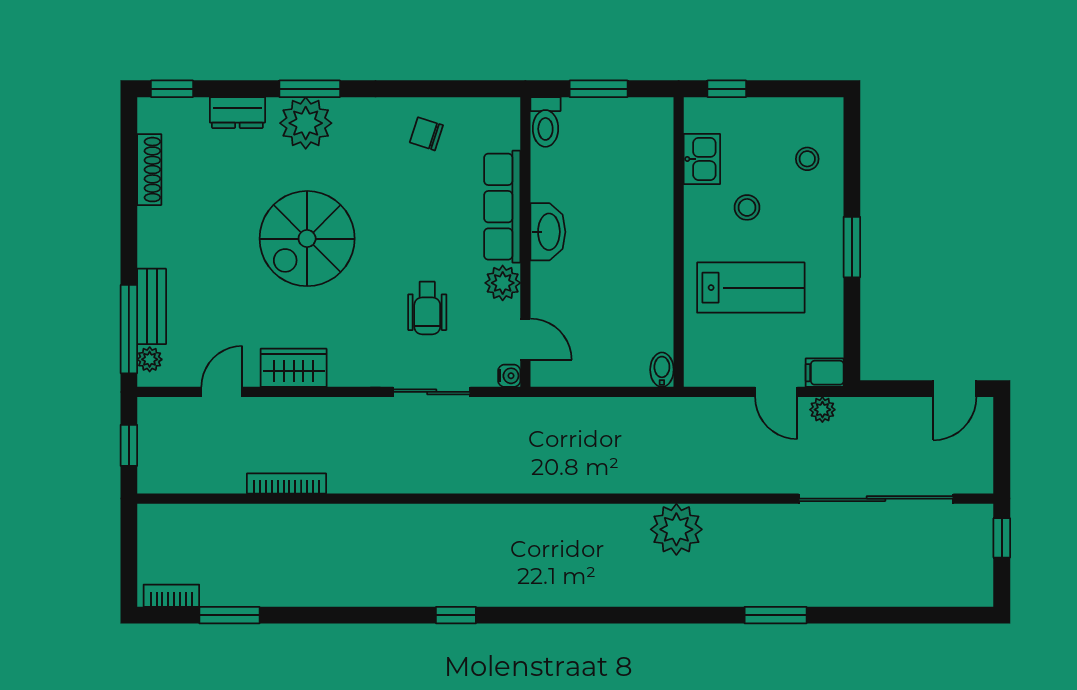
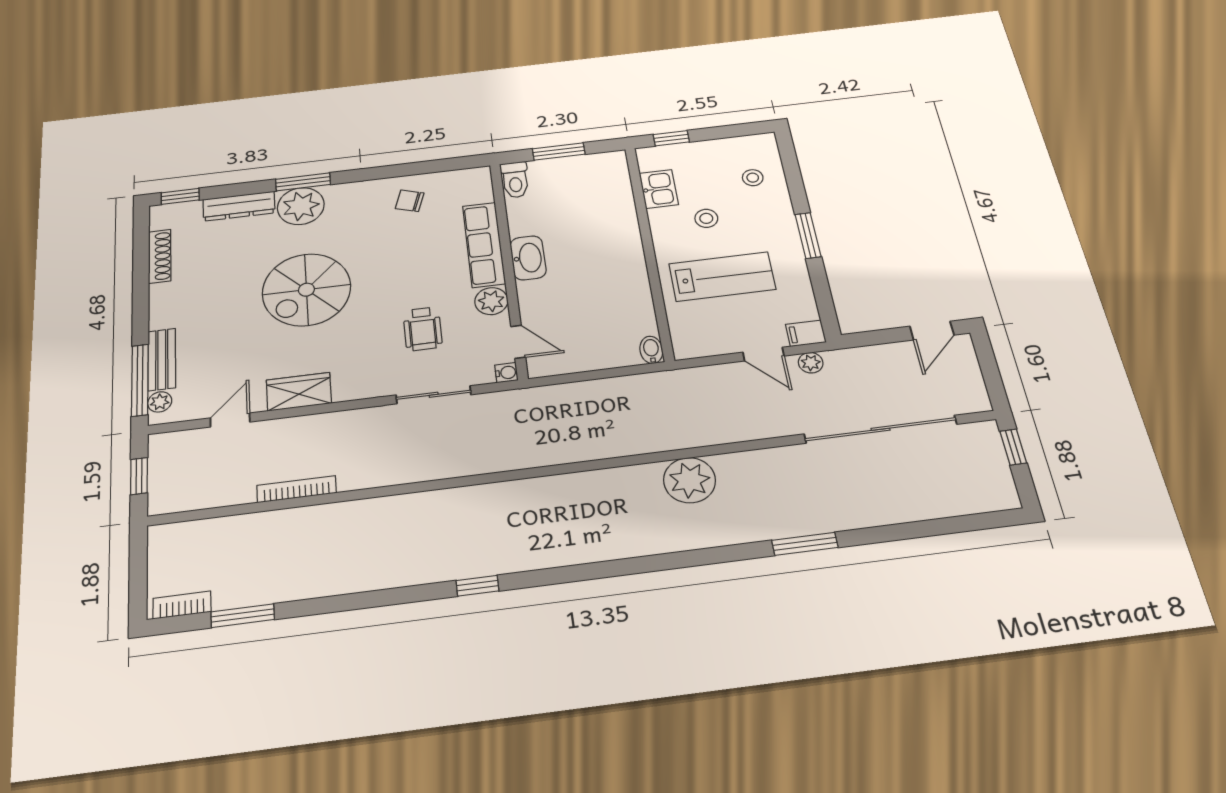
dresser: (237, 113) -> (239, 206), width x1.44

